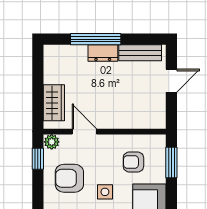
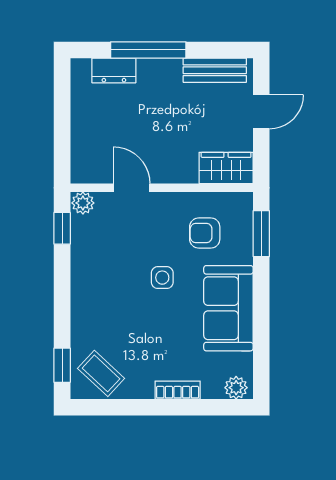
dresser: (103, 53) -> (114, 71), moved
wardrobe: (54, 103) -> (226, 168), moved, turned -90
armchair: (69, 178) -> (109, 257), removed

